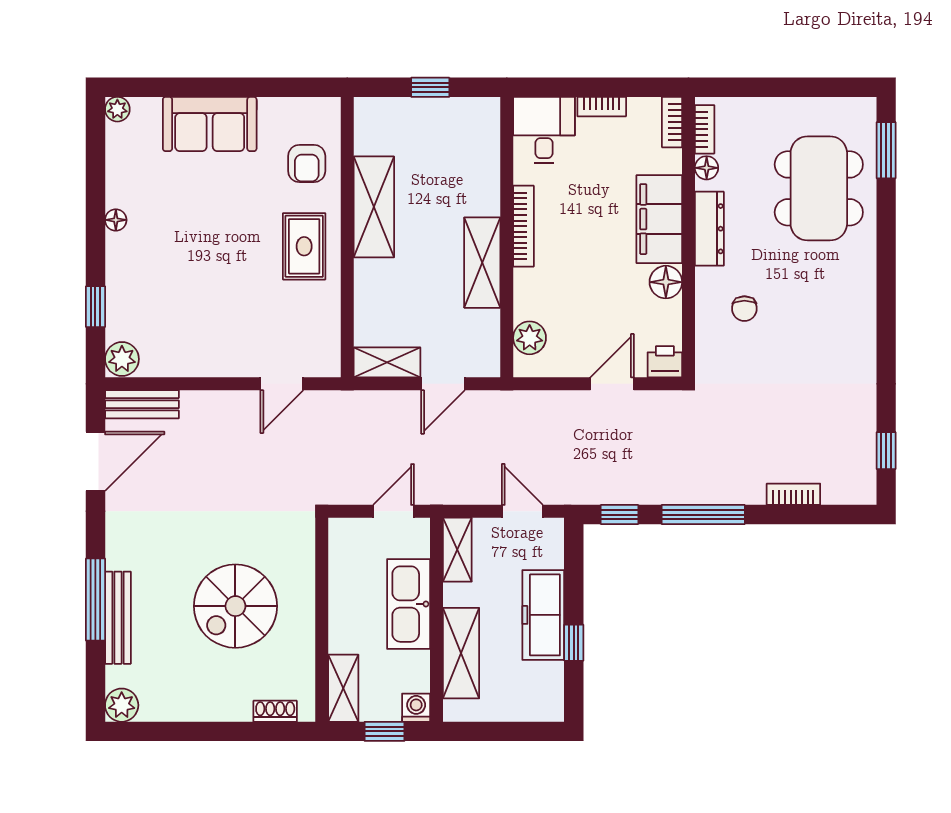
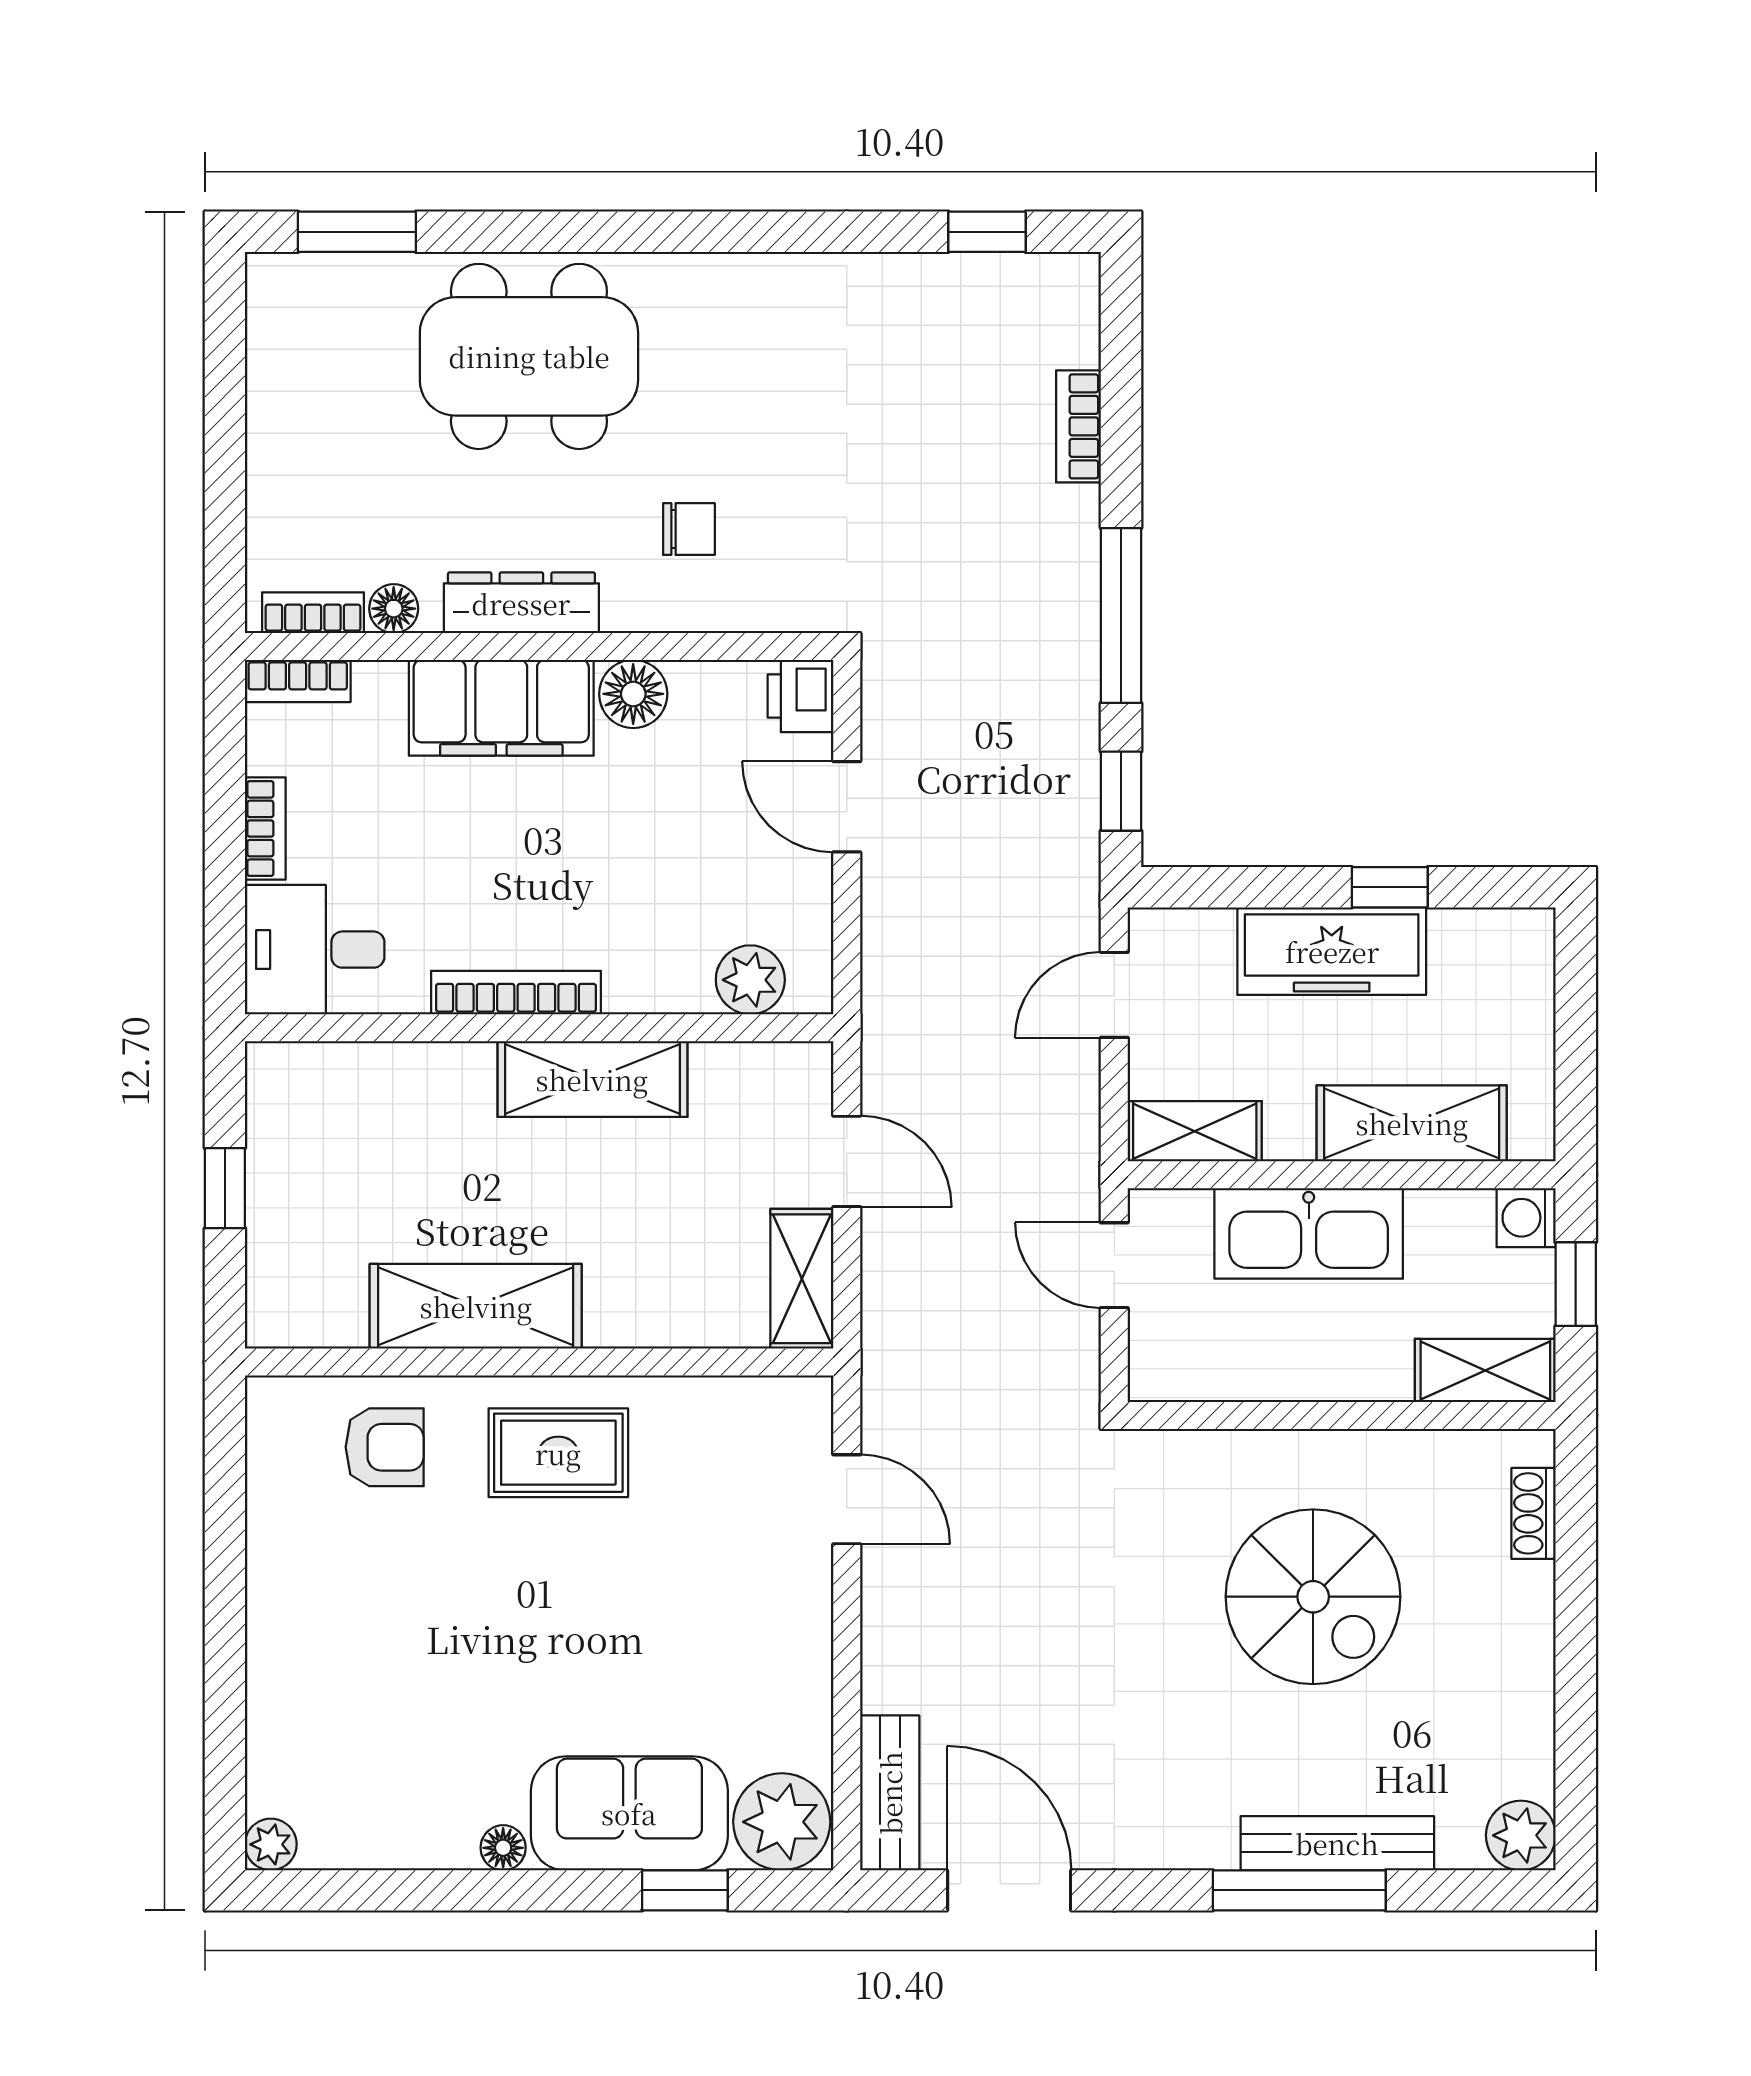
sofa: (210, 124) -> (629, 1813), moved, turned -90
dining table: (819, 188) -> (529, 356), moved
plant: (122, 359) -> (782, 1822), width x1.36, depth x1.36

